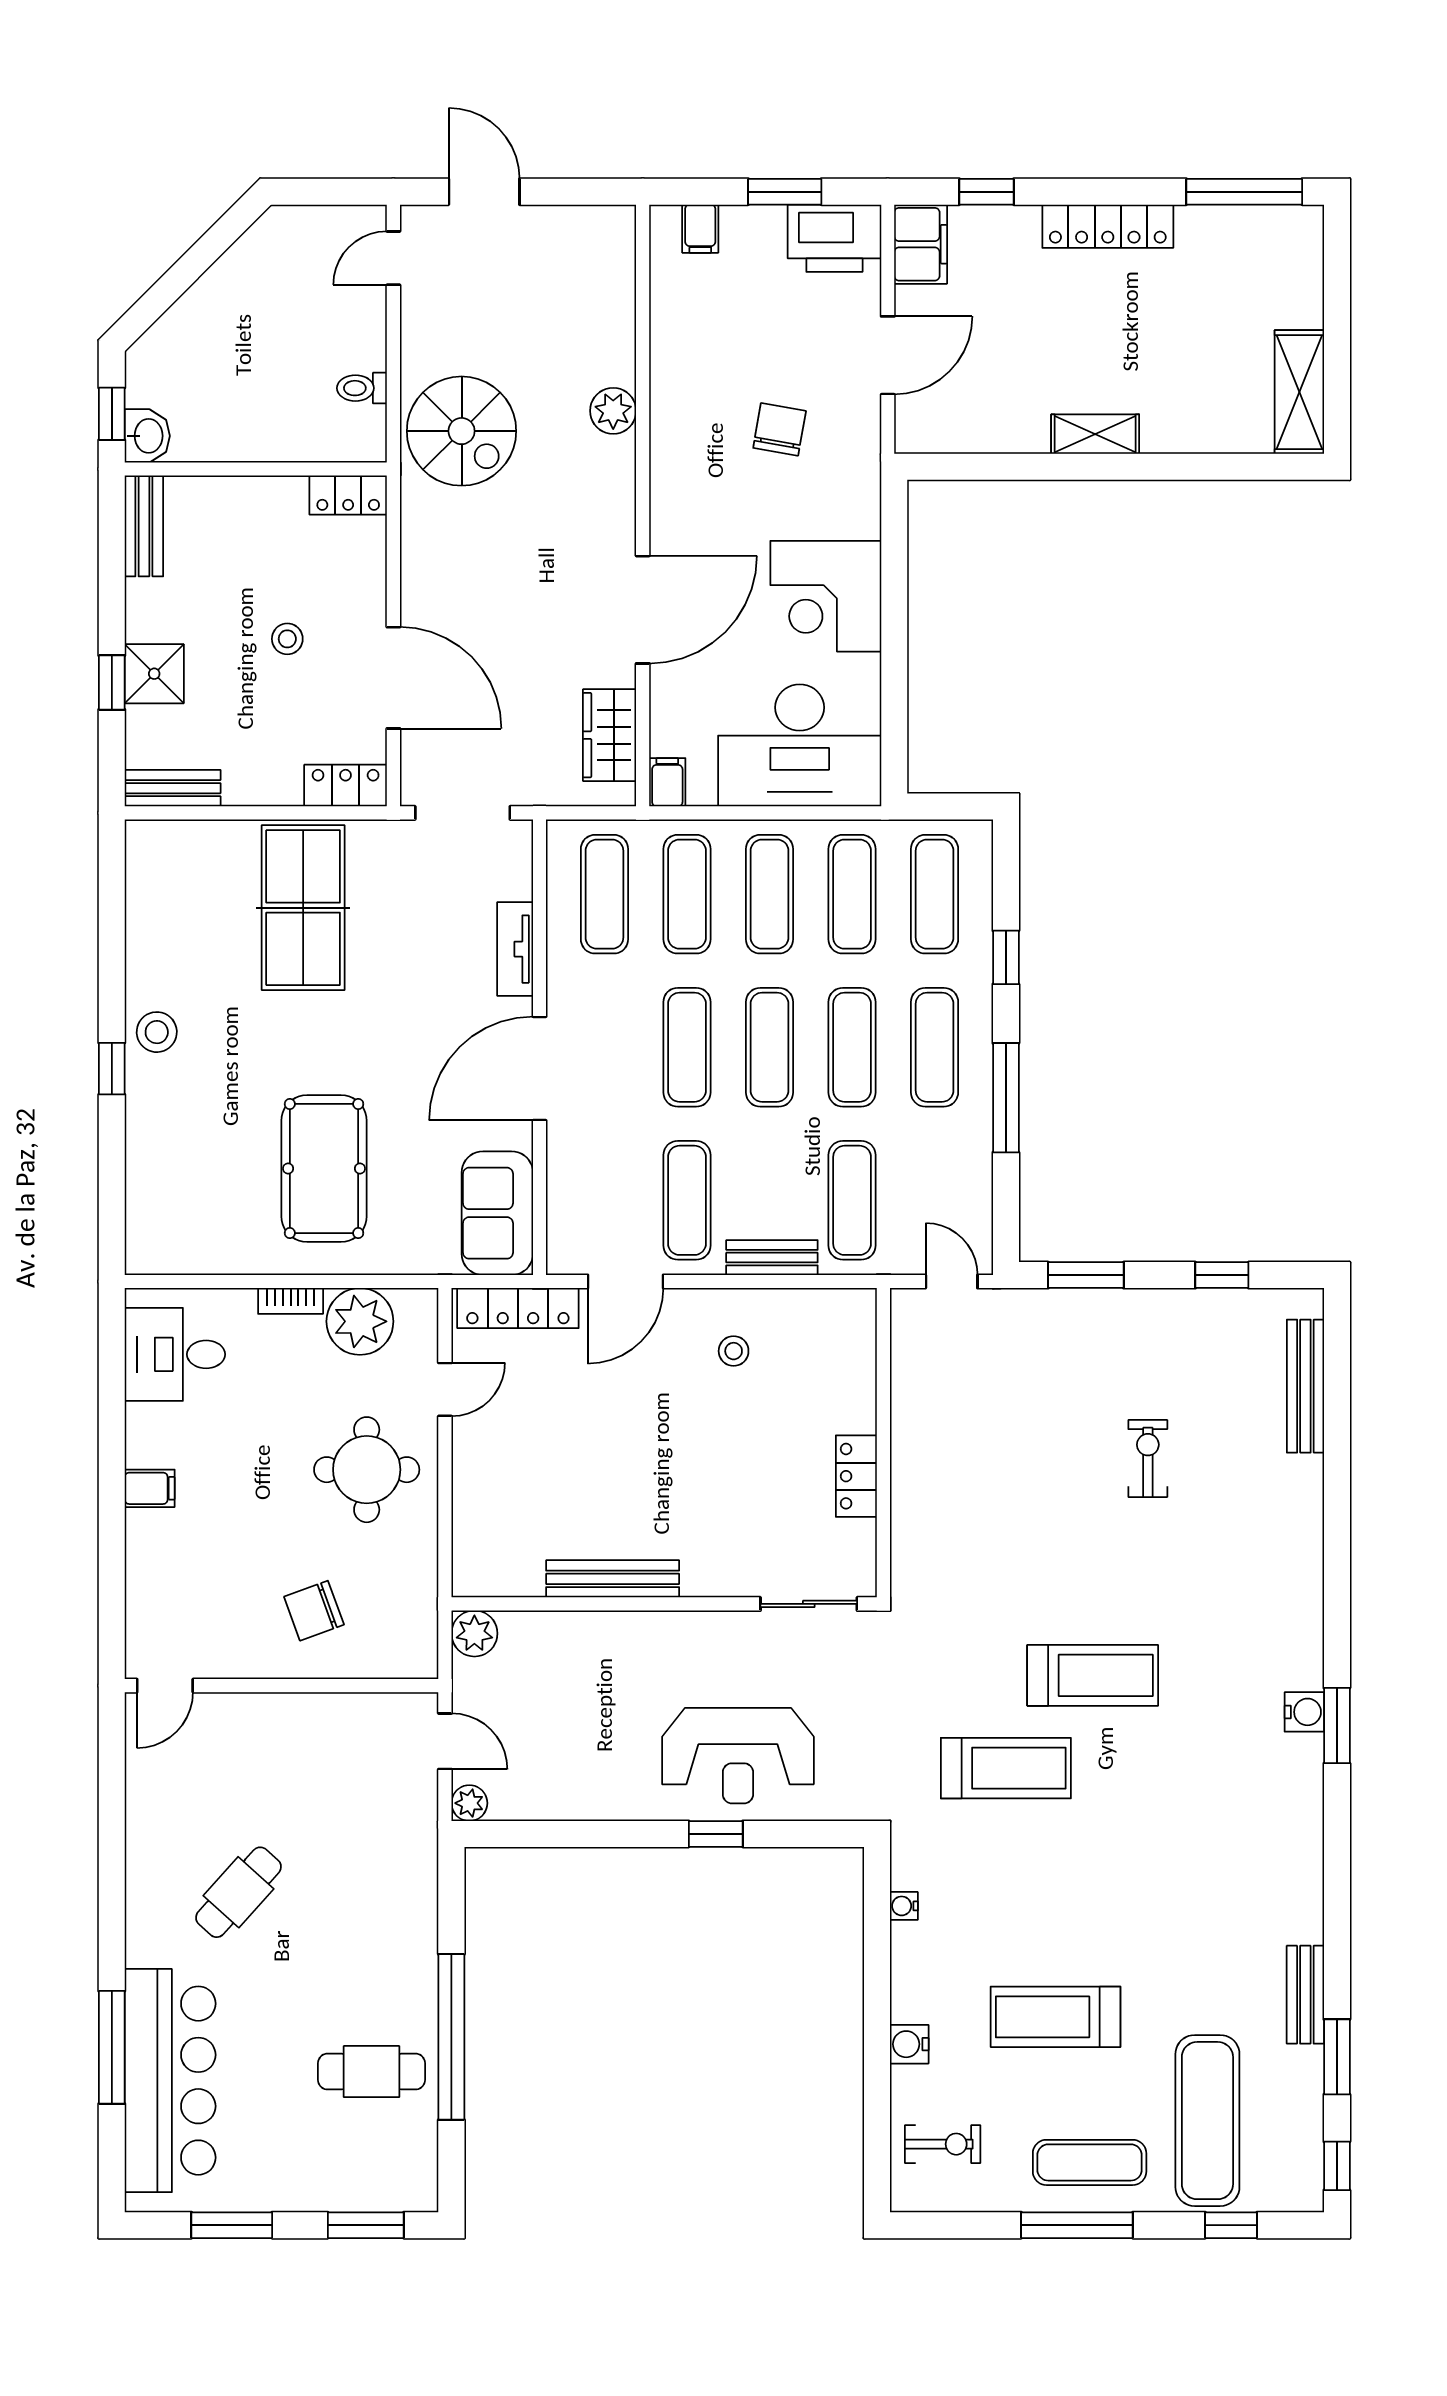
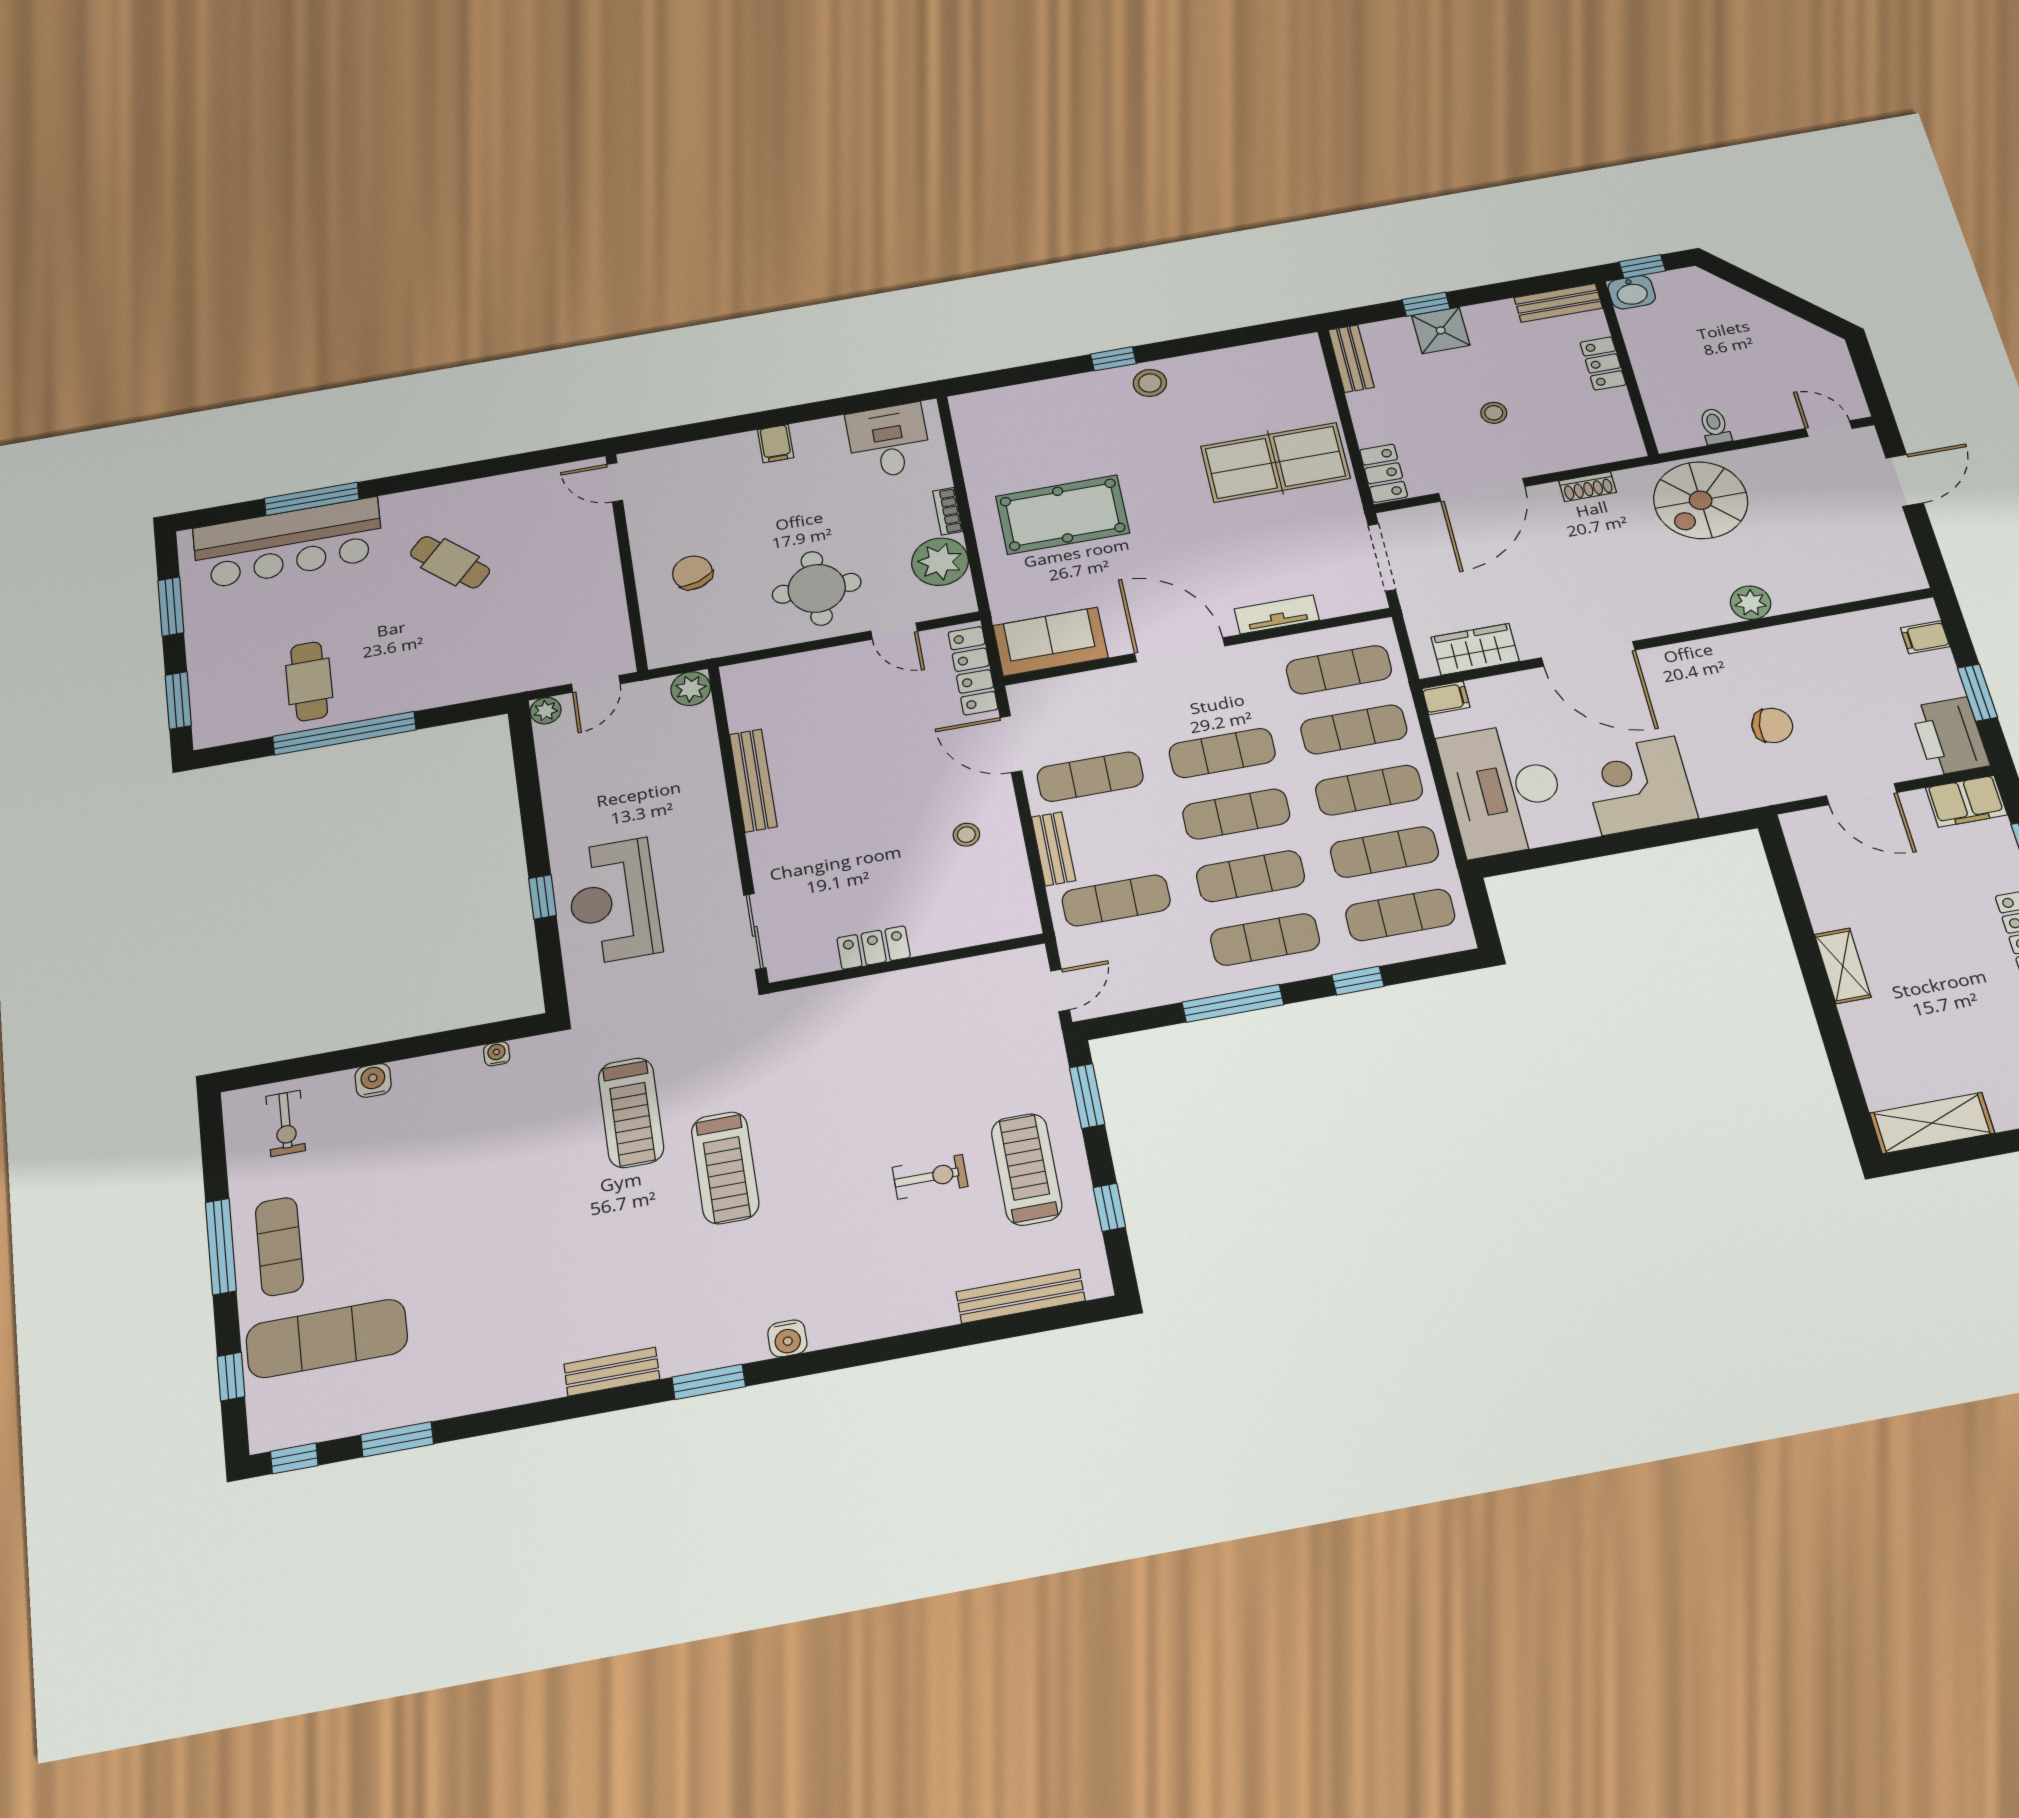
locker: (348, 495) -> (1603, 363), moved
shoe rack: (415, 555) -> (1588, 487), added
water cooler: (1304, 1712) -> (787, 1338), moved
bench: (1305, 1995) -> (612, 1372), moved
treadmill: (1056, 2017) -> (1027, 1169), moved

